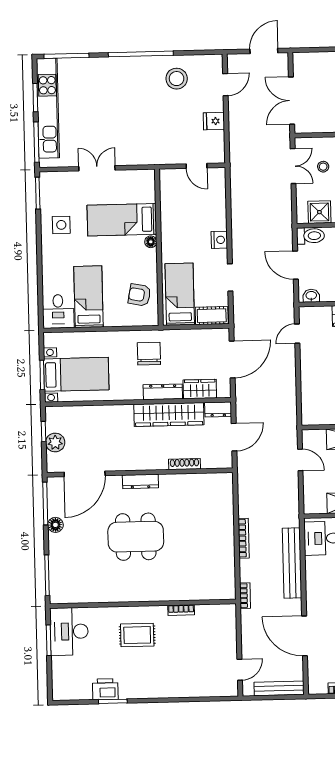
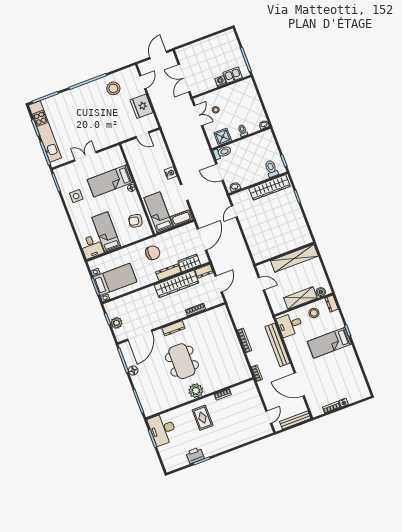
fridge: (214, 121) -> (141, 106), width x1.88, depth x1.34
chair: (149, 354) -> (153, 253), turned 90
dining table: (136, 537) -> (182, 361), turned 90
plant: (141, 590) -> (196, 391), added
rug: (137, 635) -> (203, 418), turned 90

